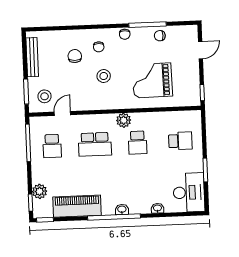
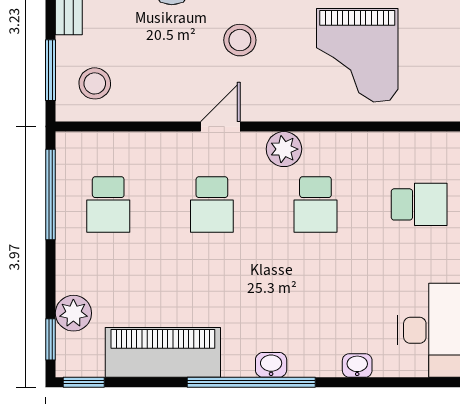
grand piano: (152, 80) -> (357, 55), turned -89
door: (62, 113) -> (220, 127), moved
school desk: (95, 144) -> (212, 204), width x0.54

